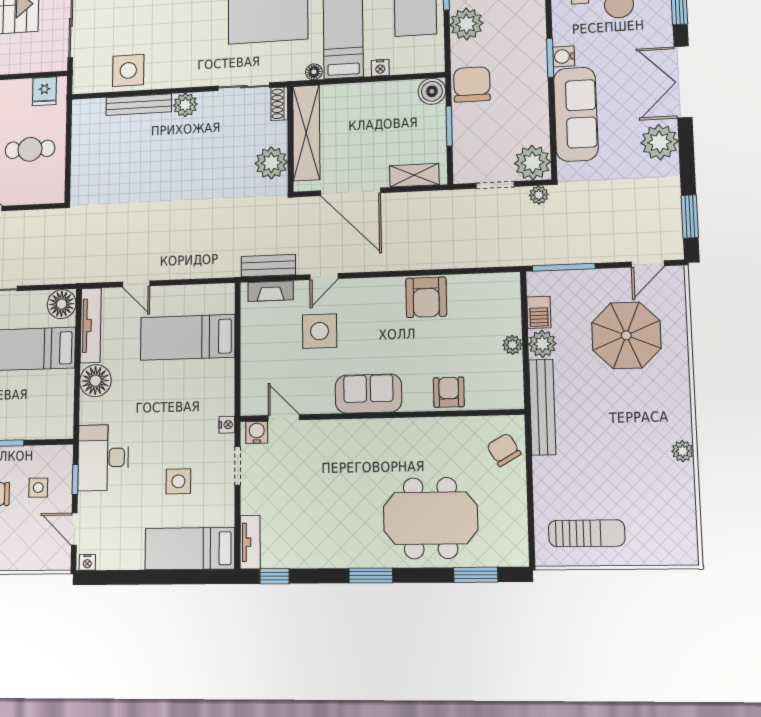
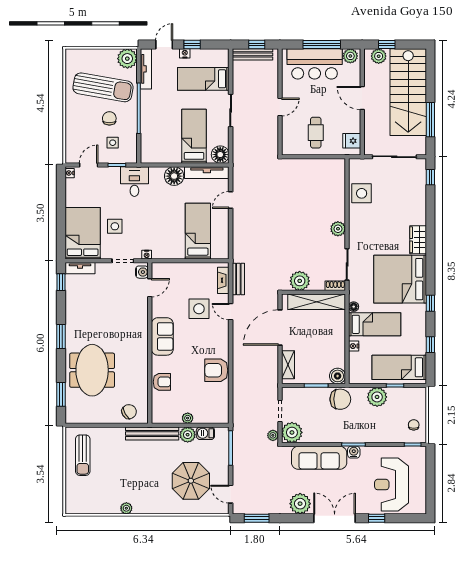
bench: (139, 105) -> (340, 200), removed
desk: (103, 458) -> (134, 182), width x0.73
bed: (190, 549) -> (83, 233), width x1.50

